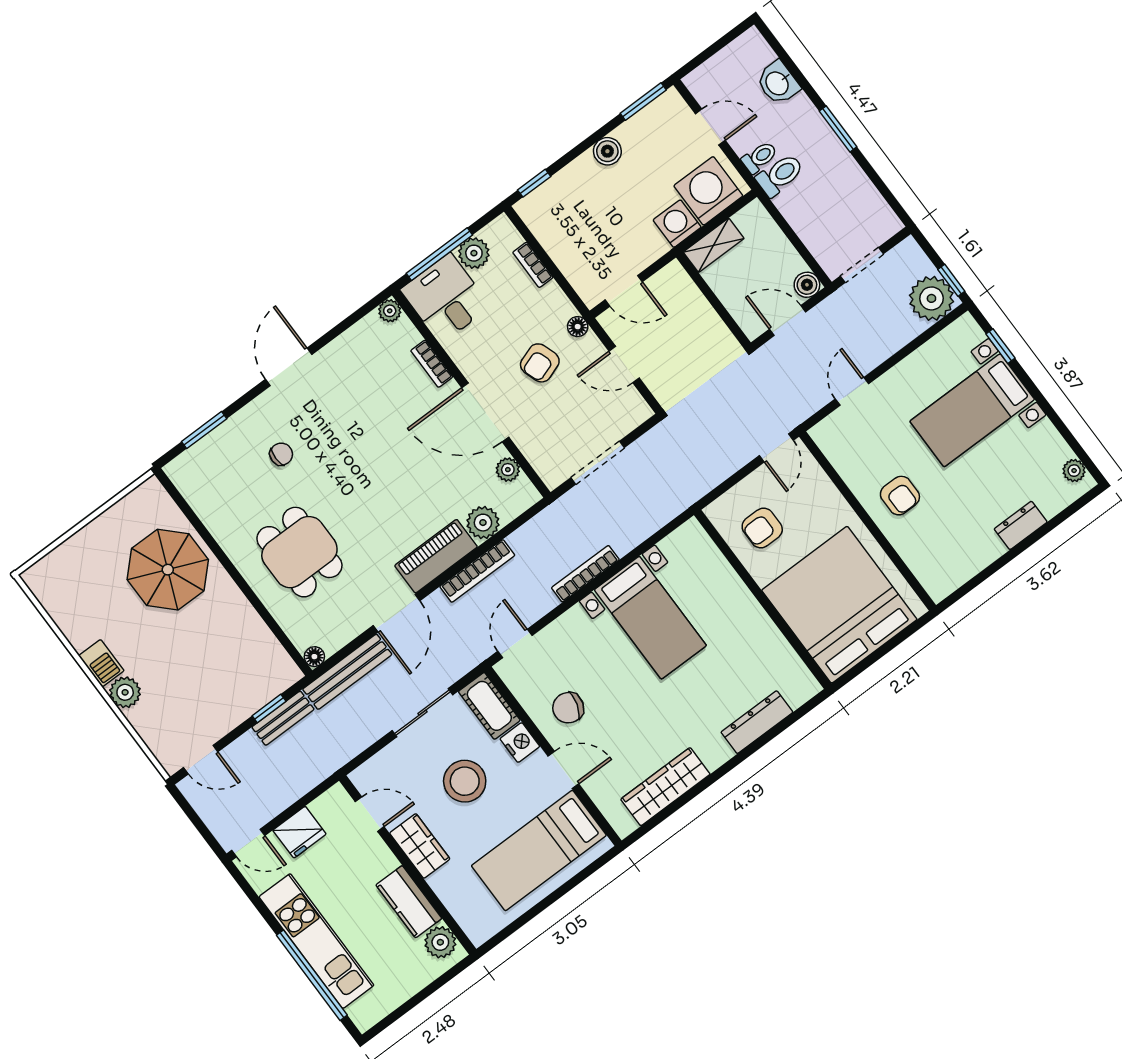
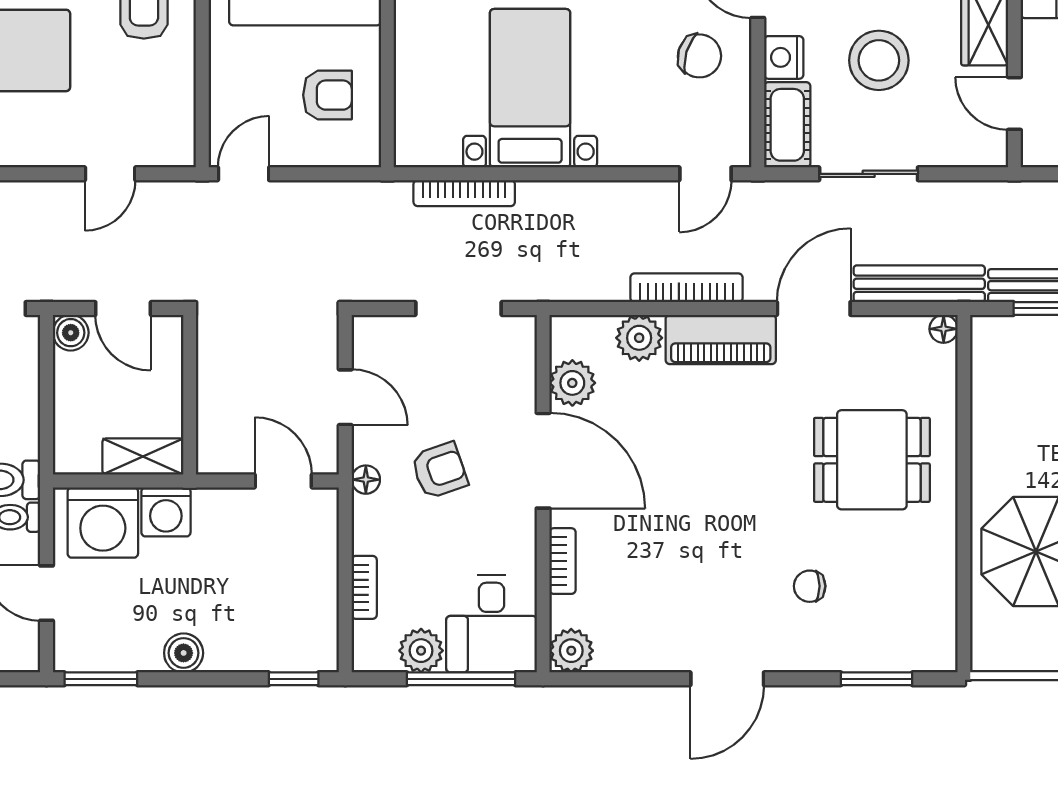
plant: (390, 311) -> (571, 651), width x1.38, depth x1.38
plant: (508, 470) -> (572, 383), width x1.38, depth x1.38
dining table: (299, 552) -> (872, 460), turned 90
bookcase: (585, 574) -> (464, 193), moved

